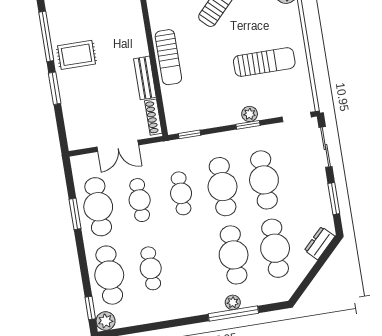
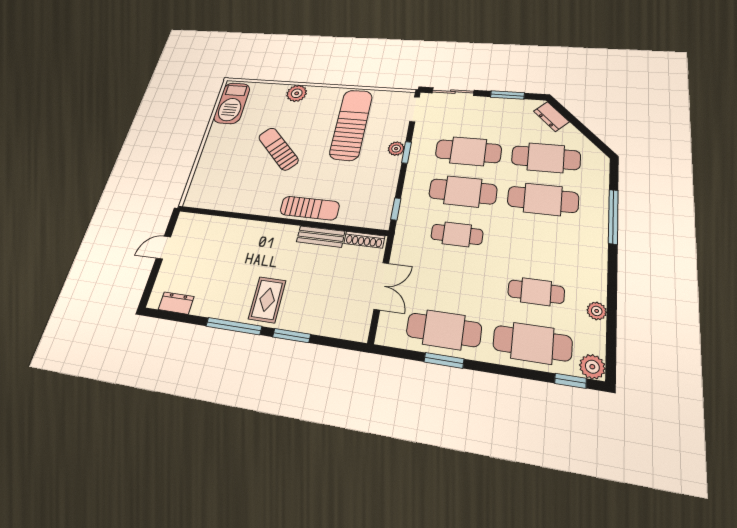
sun lounger: (264, 62) -> (351, 125), width x1.36, depth x1.34
cafe table: (140, 200) -> (451, 280), removed
plant: (233, 302) -> (597, 311), moved

